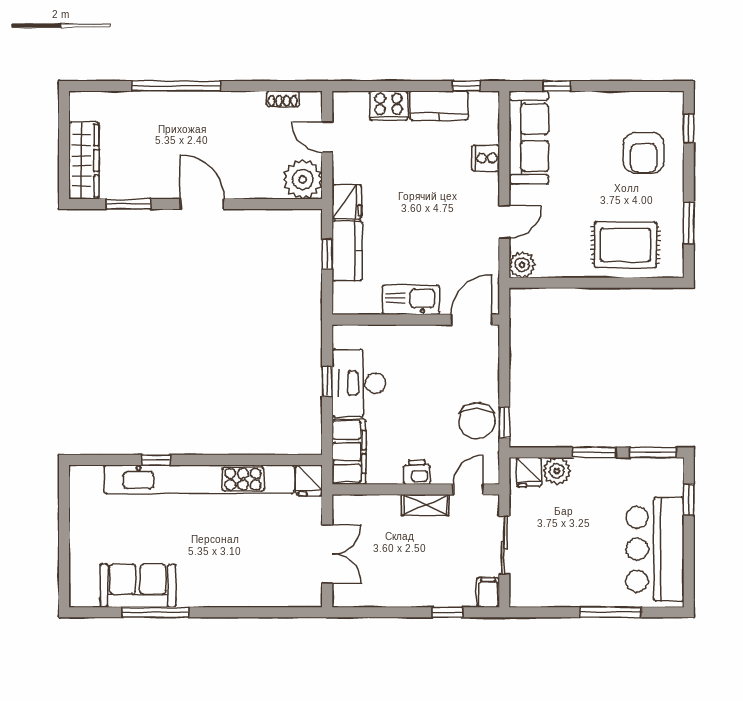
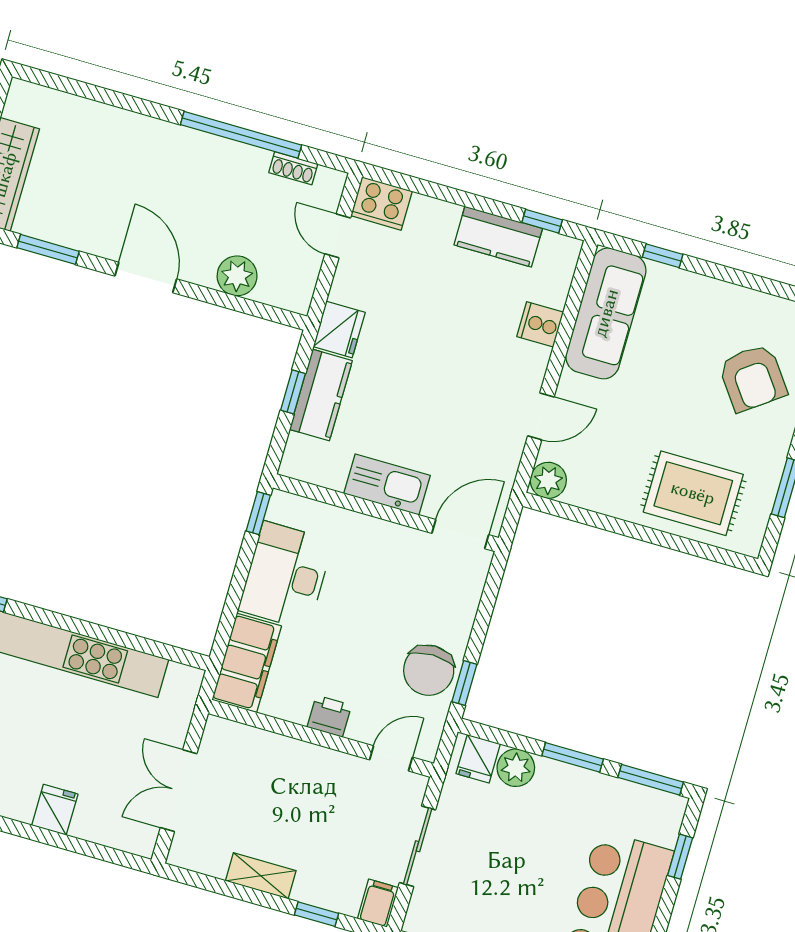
window: (176, 86) -> (241, 135), moved
cooker: (389, 106) -> (382, 203), moved
armchair: (644, 153) -> (753, 378), turned -36
plant: (303, 180) -> (237, 276), moved, width x0.73, depth x0.73
window: (327, 381) -> (258, 513), moved
fridge: (309, 480) -> (55, 810), moved, turned 180
shelving: (425, 505) -> (261, 876), moved
double door: (327, 554) -> (179, 791), swing flipped

